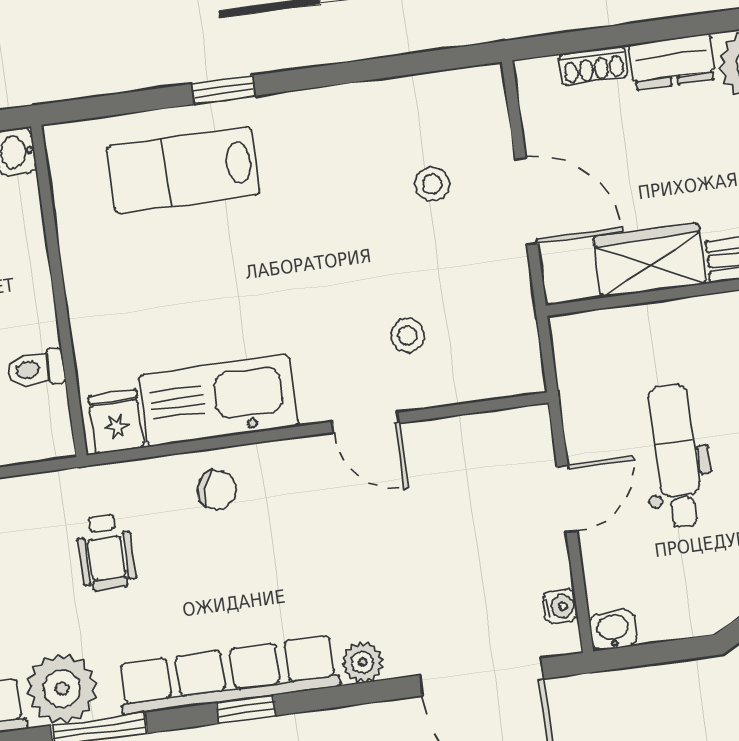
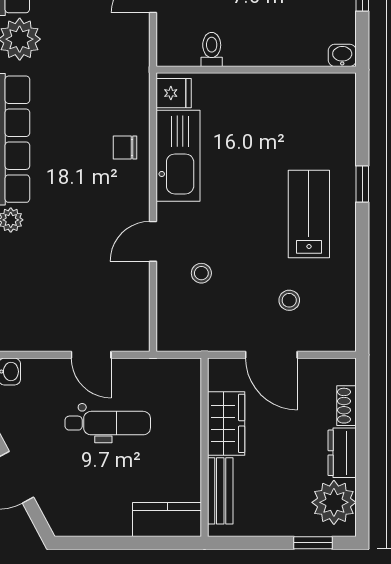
lab bench: (183, 170) -> (309, 214), moved
door: (526, 201) -> (271, 355), hinge flipped
chair: (217, 490) -> (125, 147), turned 72
wheelchair: (106, 552) -> (97, 76), removed
water cooler: (560, 607) -> (28, 342), removed

